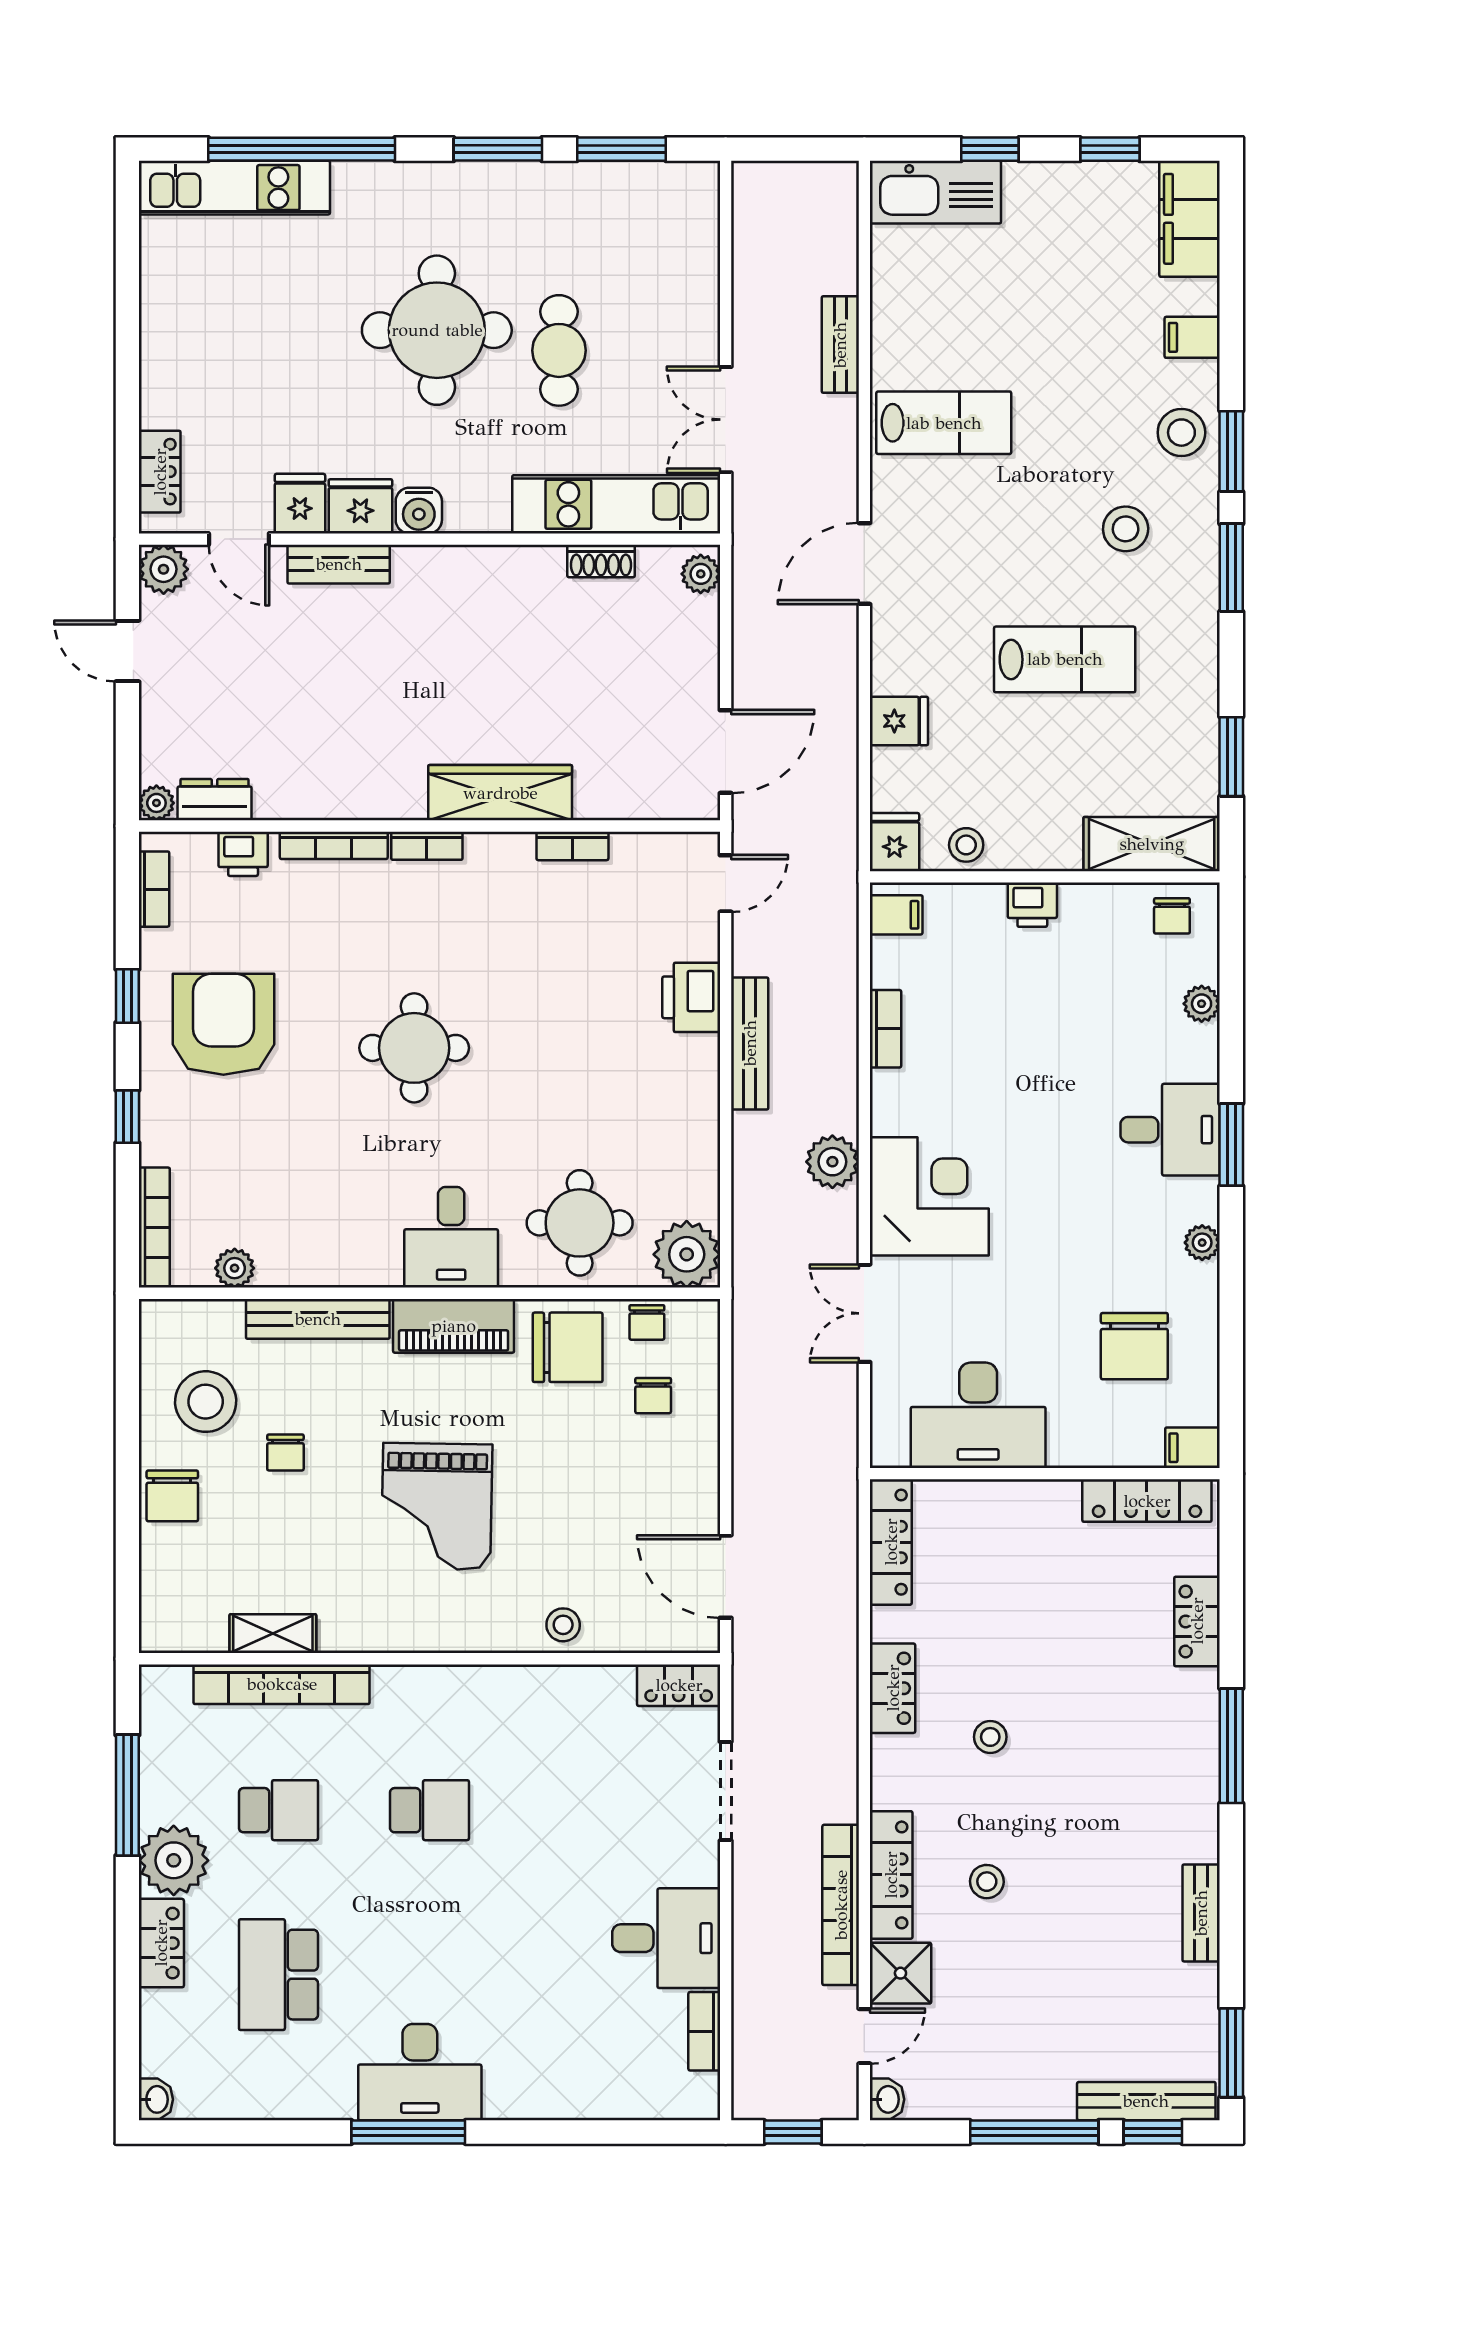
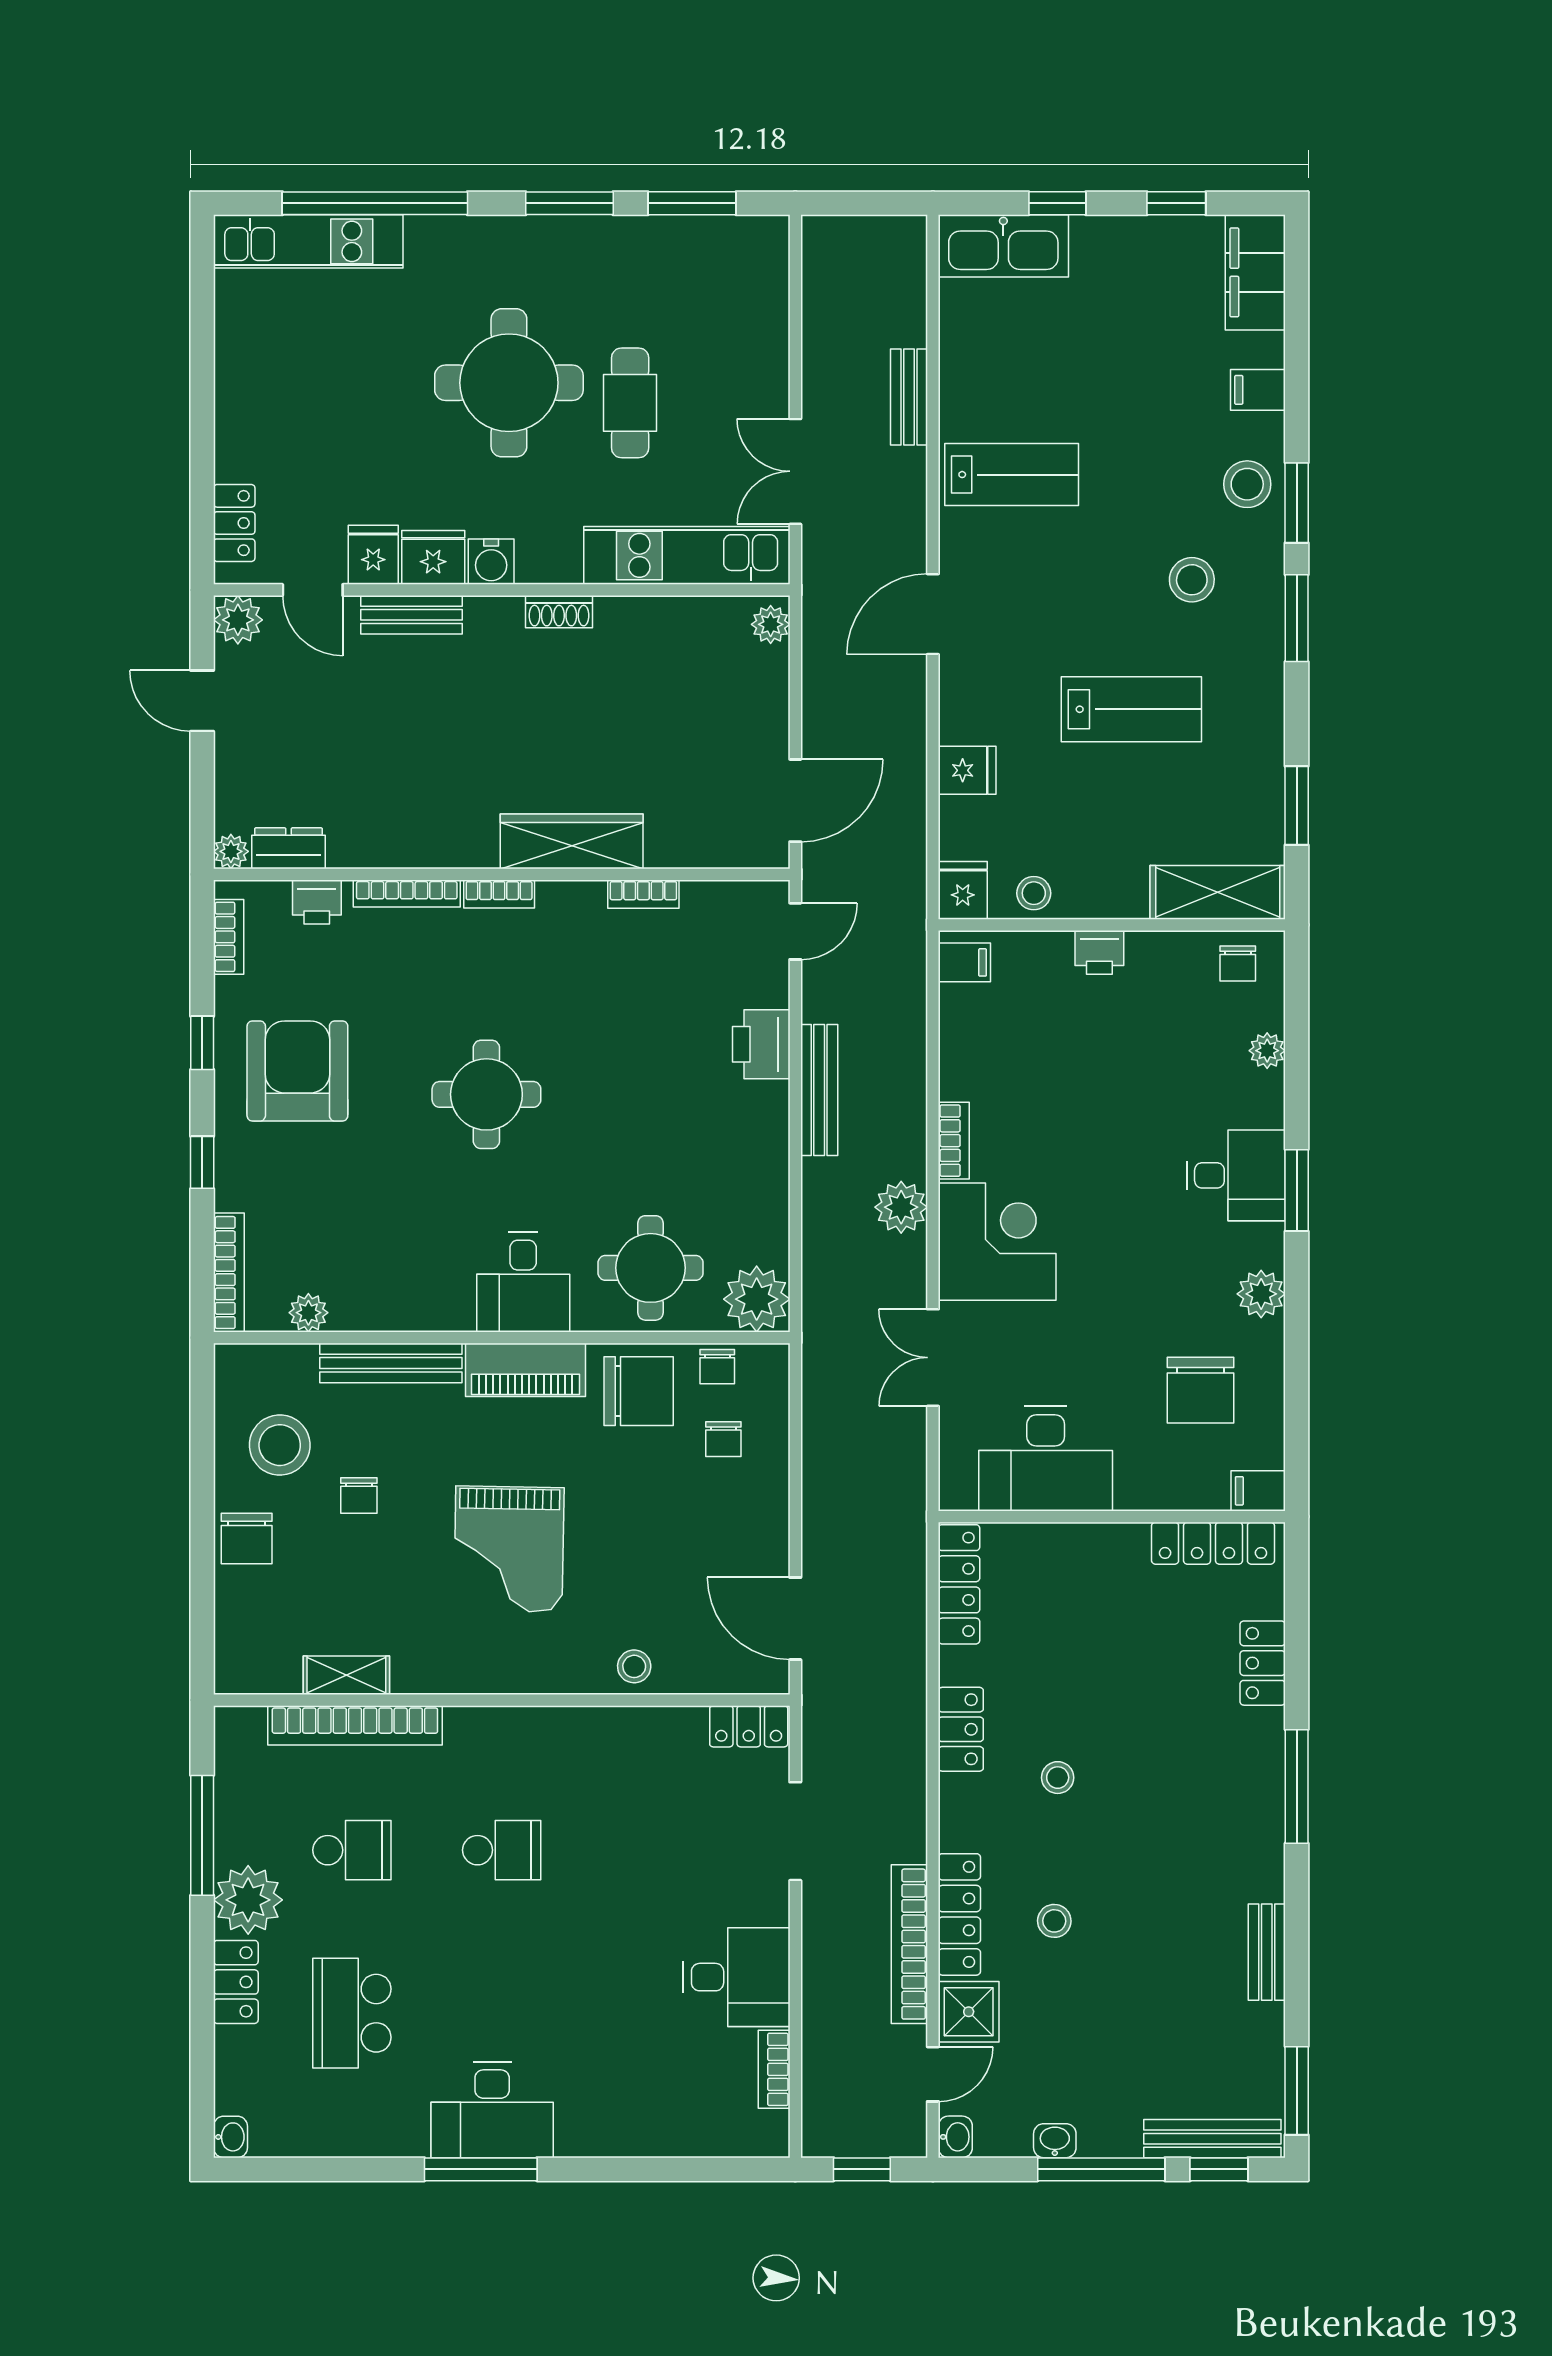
shoe rack: (601, 561) -> (559, 612), moved
bookcase: (885, 1029) -> (954, 1141), moved
plant: (1202, 1243) -> (1261, 1294), width x1.38, depth x1.38
washbasin: (987, 2103) -> (1055, 2141), added

